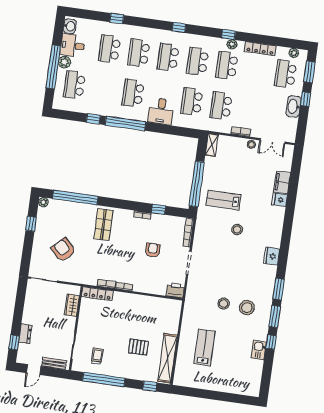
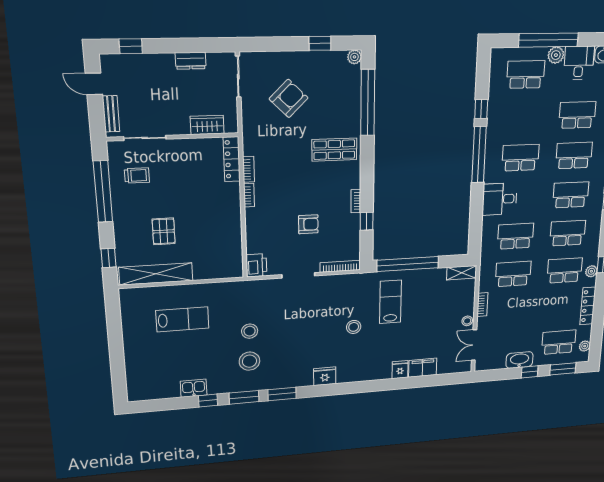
dresser: (25, 334) -> (191, 61), moved

